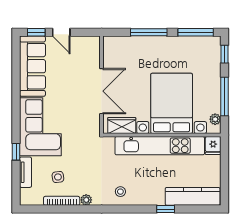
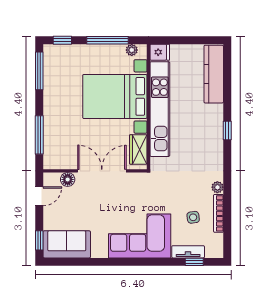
door: (61, 32) -> (39, 196), moved
window: (149, 32) -> (39, 135), moved
floor lamp: (93, 59) -> (68, 179), added
sofa: (32, 66) -> (67, 244), width x0.73
window: (16, 152) -> (194, 262), moved
stool: (120, 192) -> (209, 151), removed
window: (166, 209) -> (227, 131), moved

